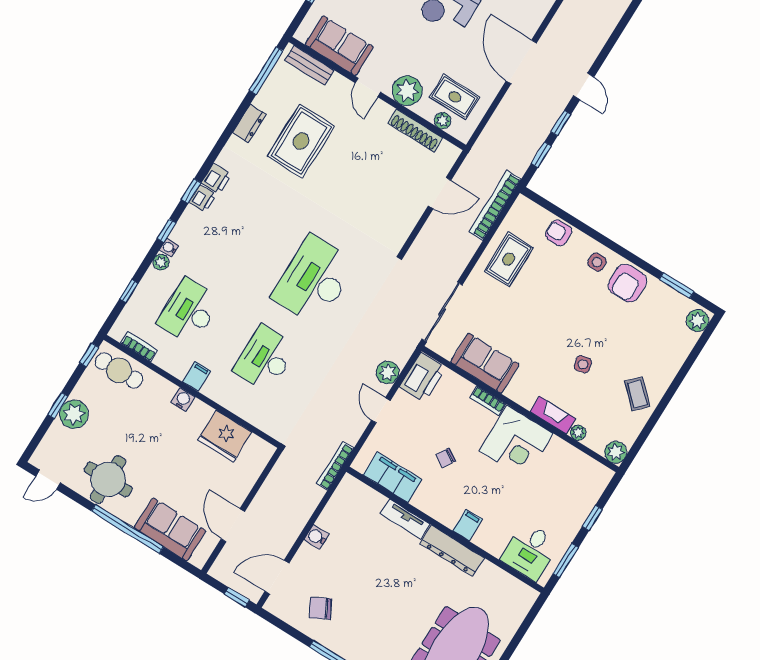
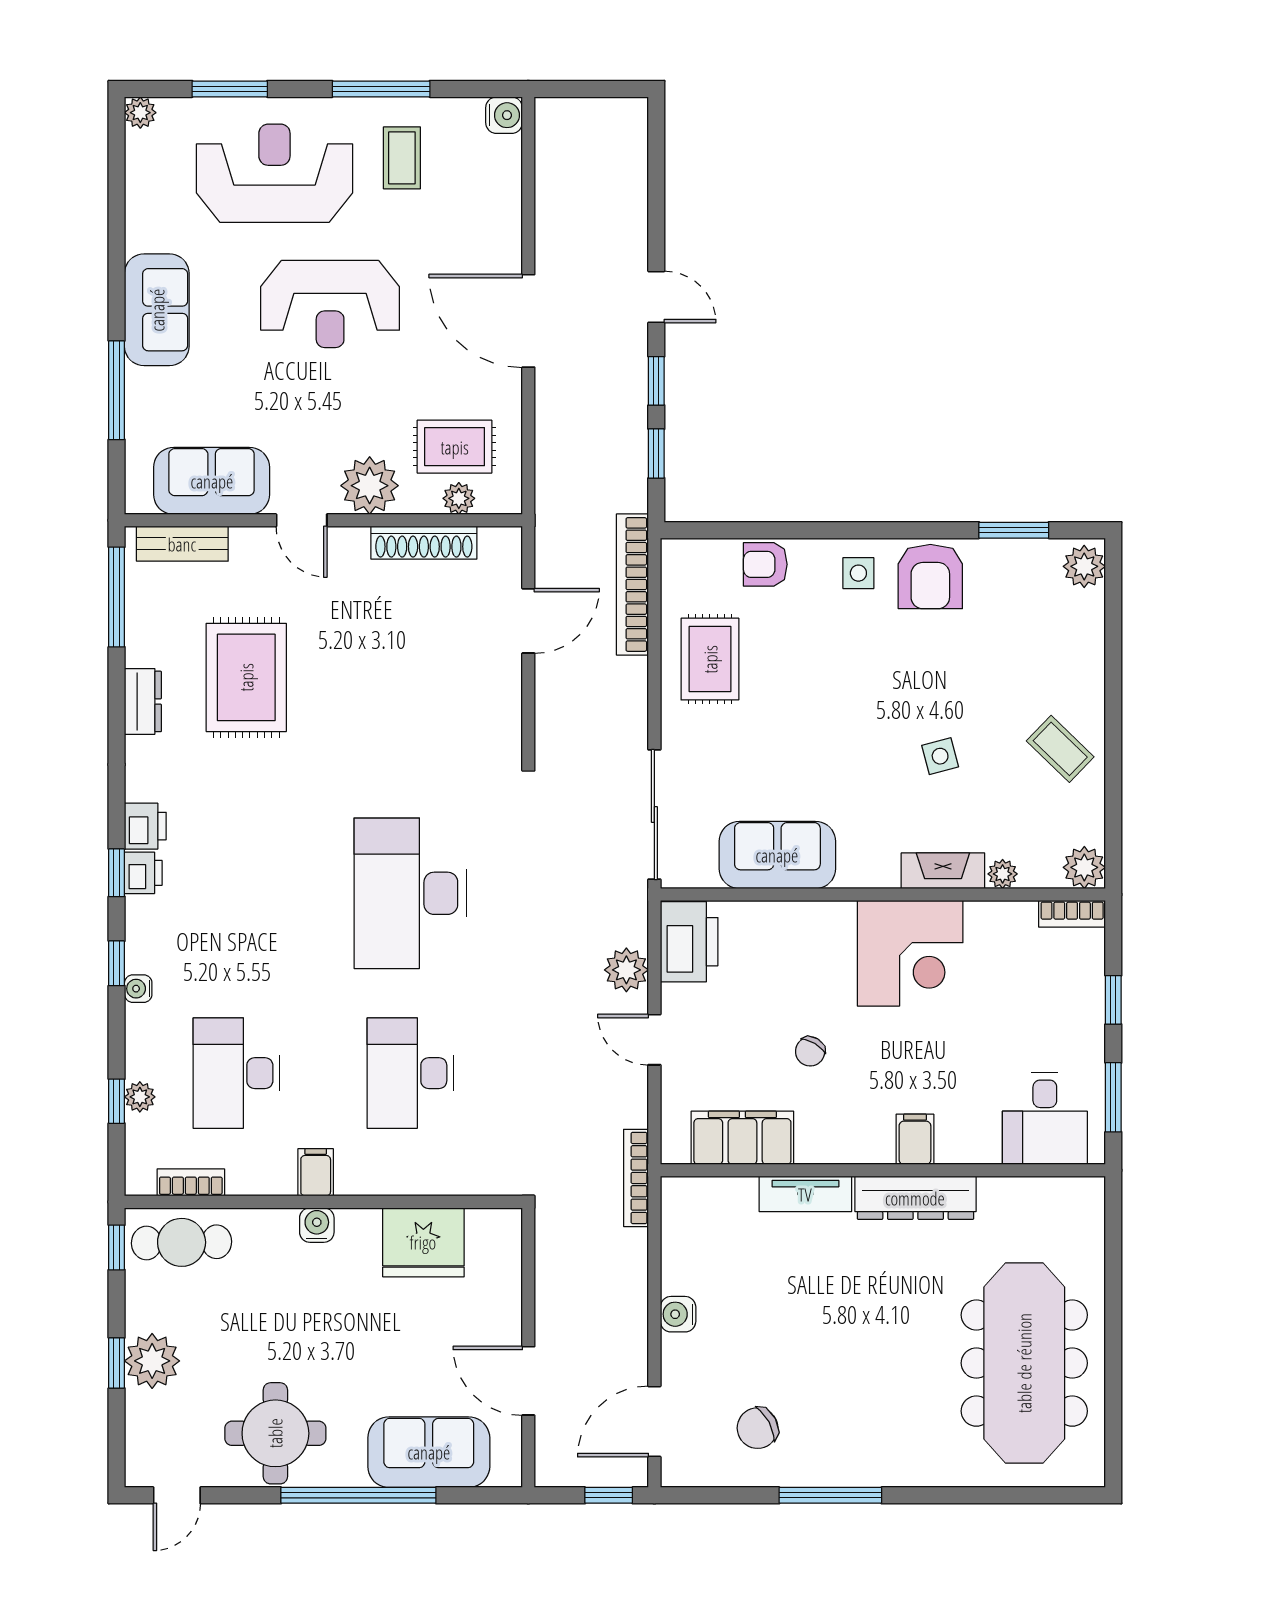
plant: (161, 262) -> (140, 1097), moved
bookcase: (488, 401) -> (1072, 914), moved

